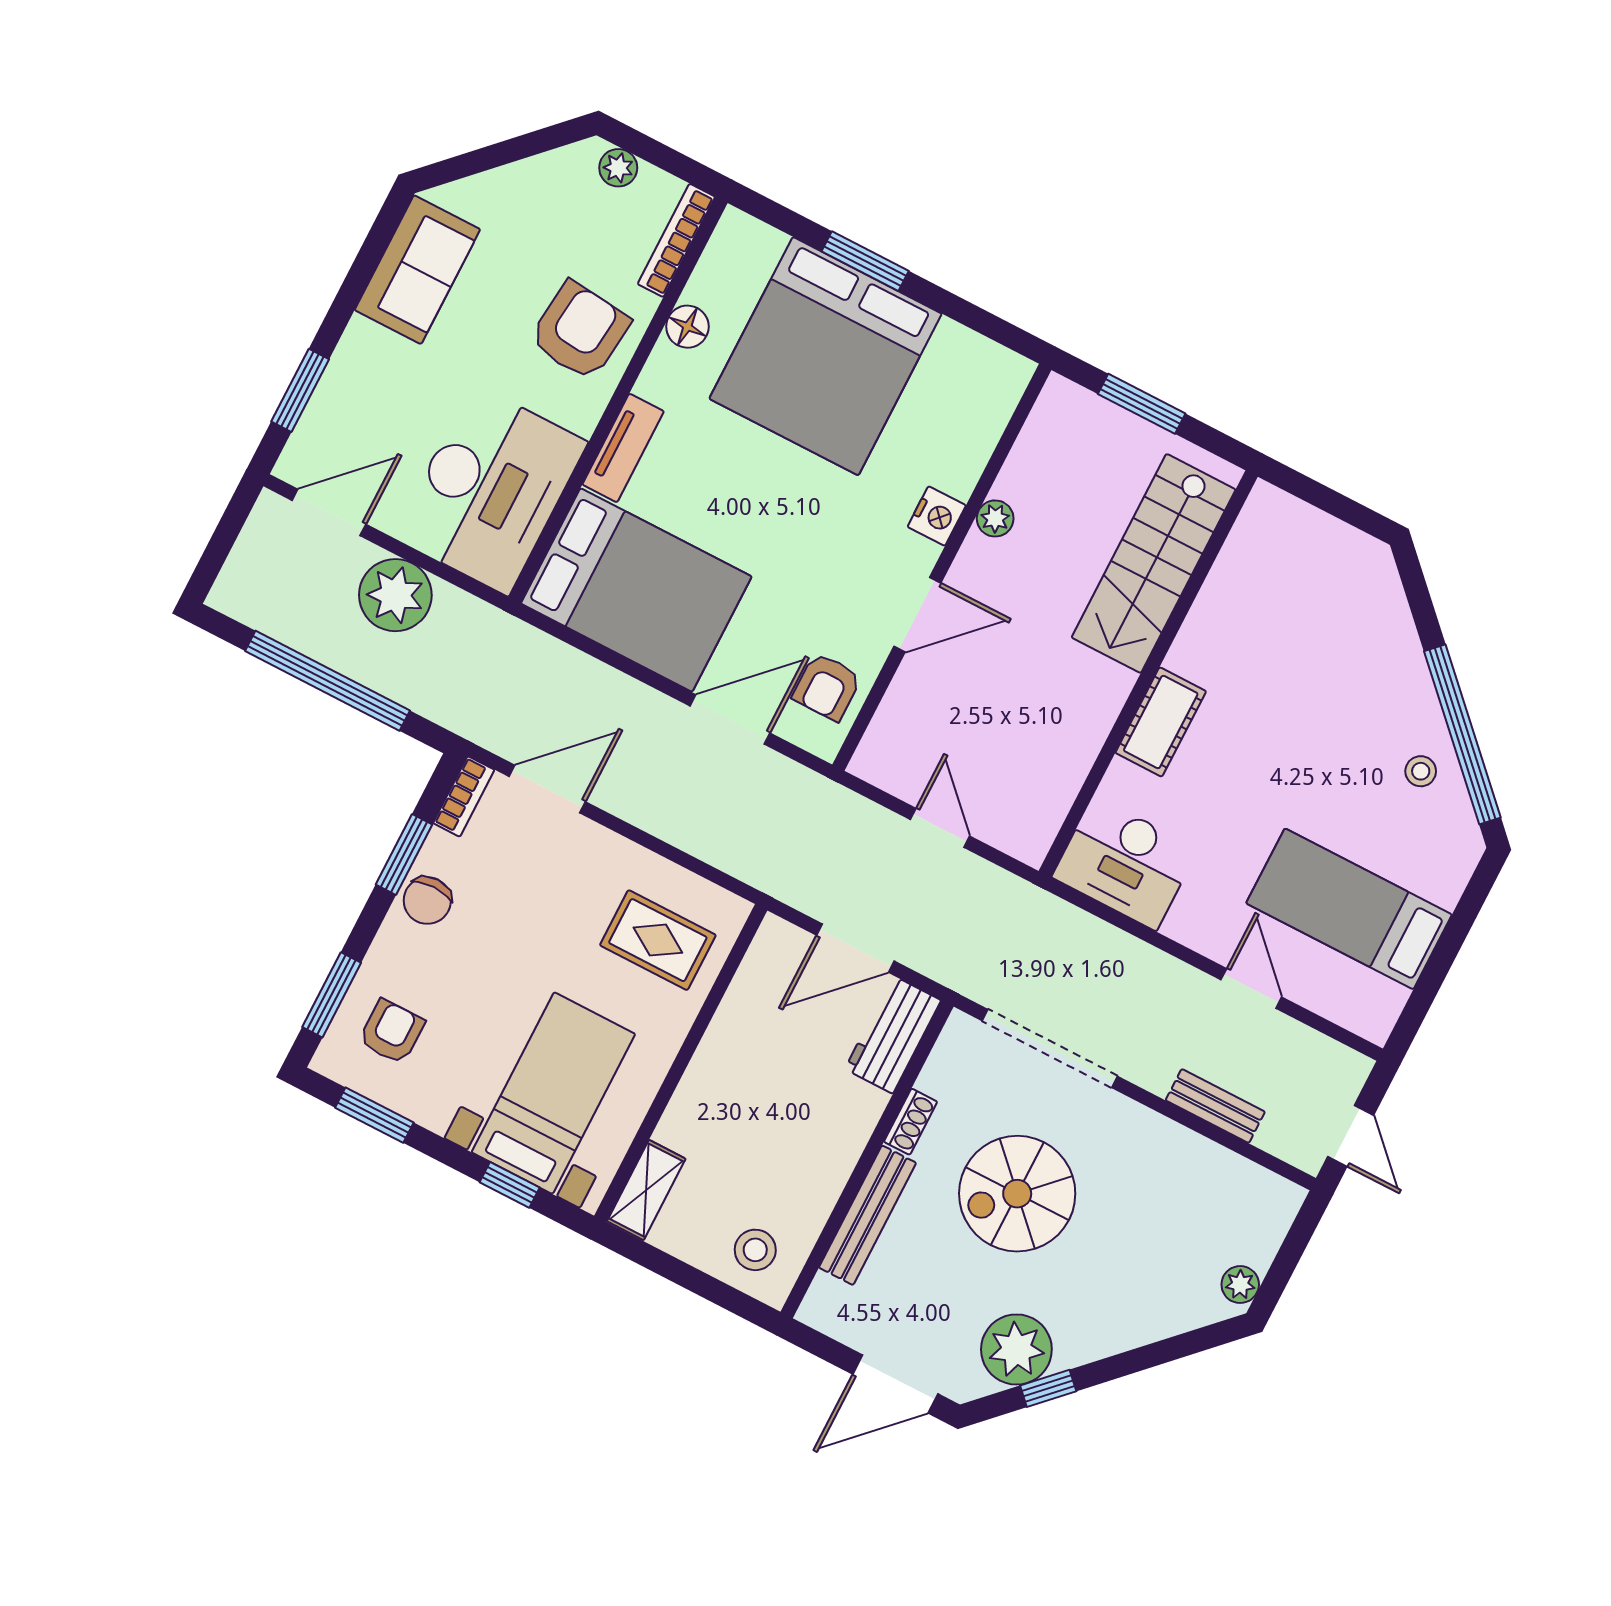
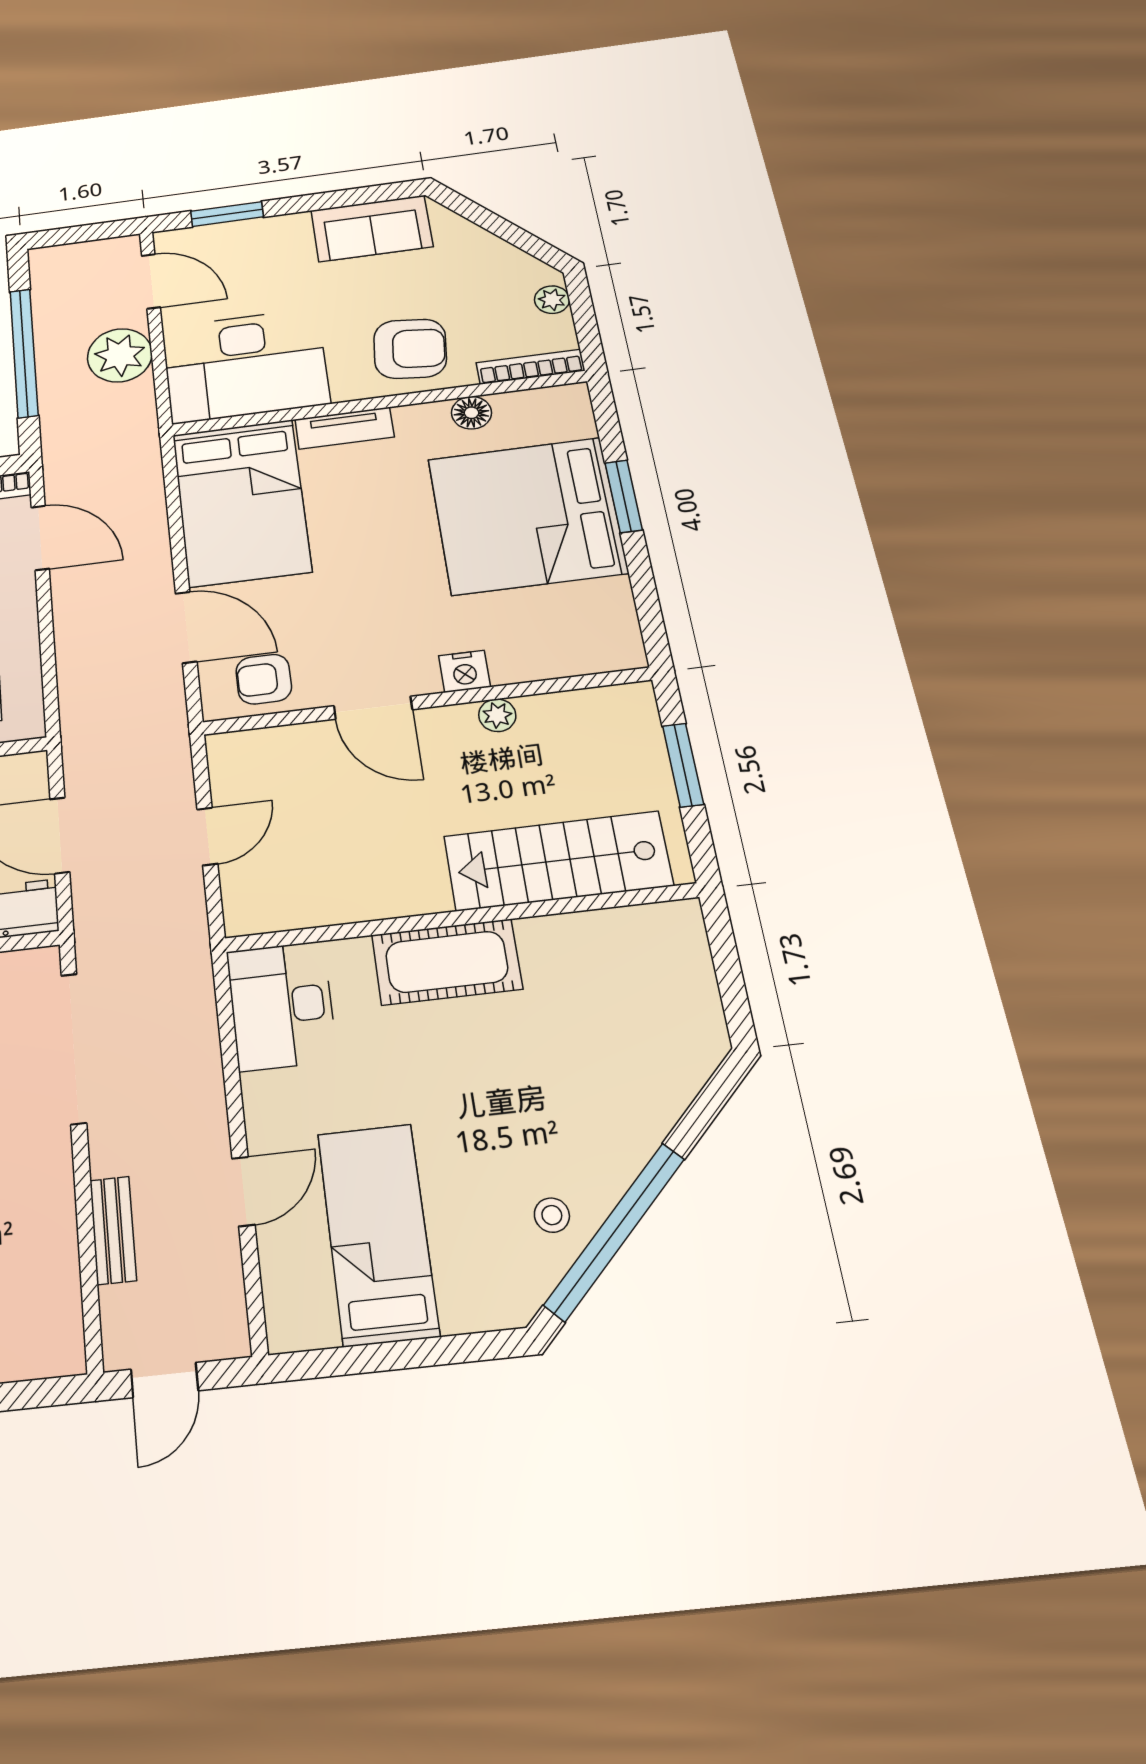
cot: (1161, 722) -> (447, 962), width x1.37, depth x1.34

